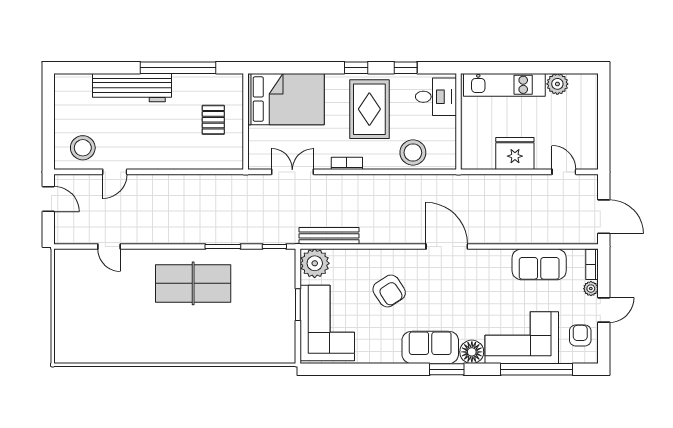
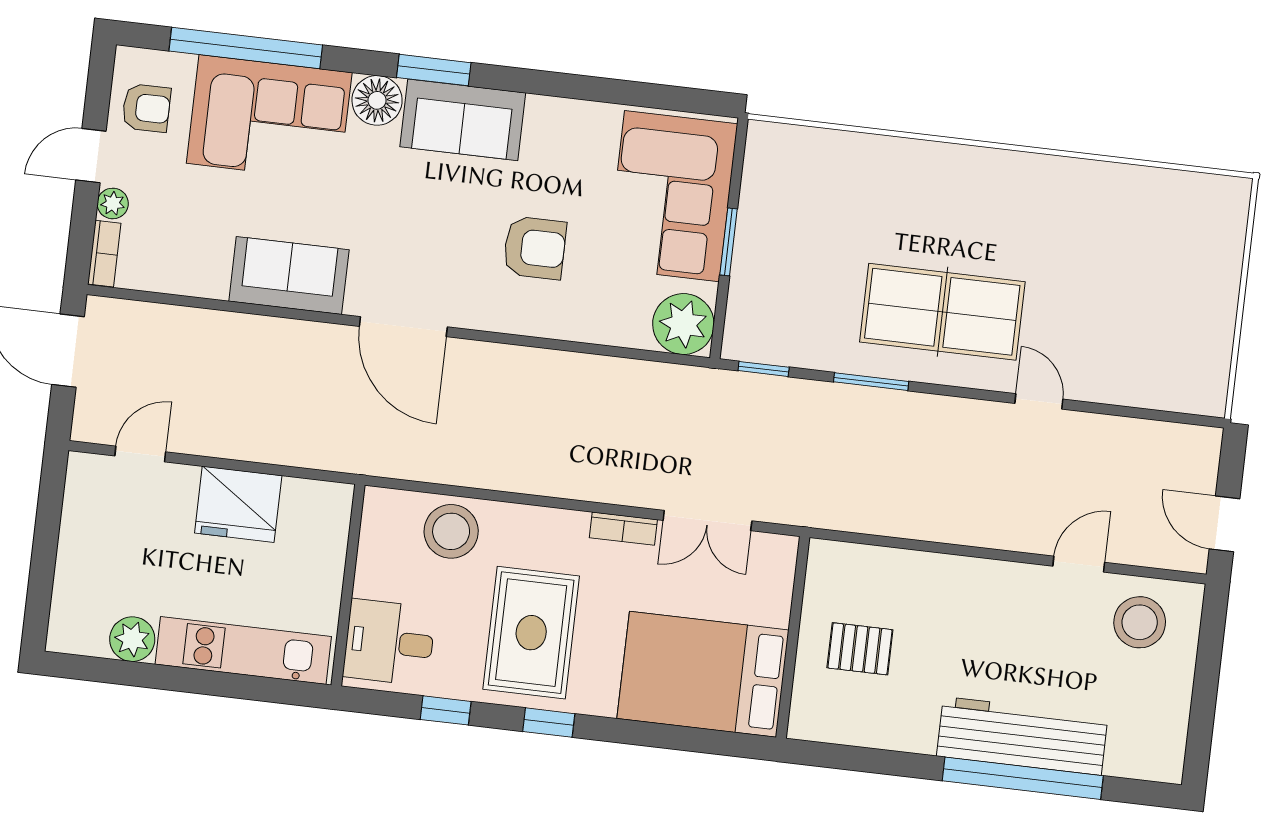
window: (178, 68) -> (1023, 778), moved
pallet: (213, 120) -> (860, 649), turned 90
bookcase: (347, 163) -> (623, 529), moved
door: (564, 172) -> (140, 454), swing flipped
bench: (329, 236) -> (647, 378), removed
door: (109, 246) -> (1039, 401), moved
sofa: (539, 264) -> (289, 275), moved
armchair: (389, 291) -> (535, 248), turned 123
armchair: (580, 335) -> (146, 108), turned -90

